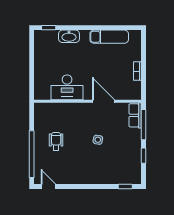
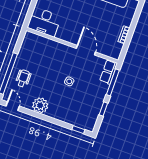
desk: (67, 87) -> (44, 22), moved
wheelchair: (56, 141) -> (23, 78), moved
plant: (77, 175) -> (40, 105), added

